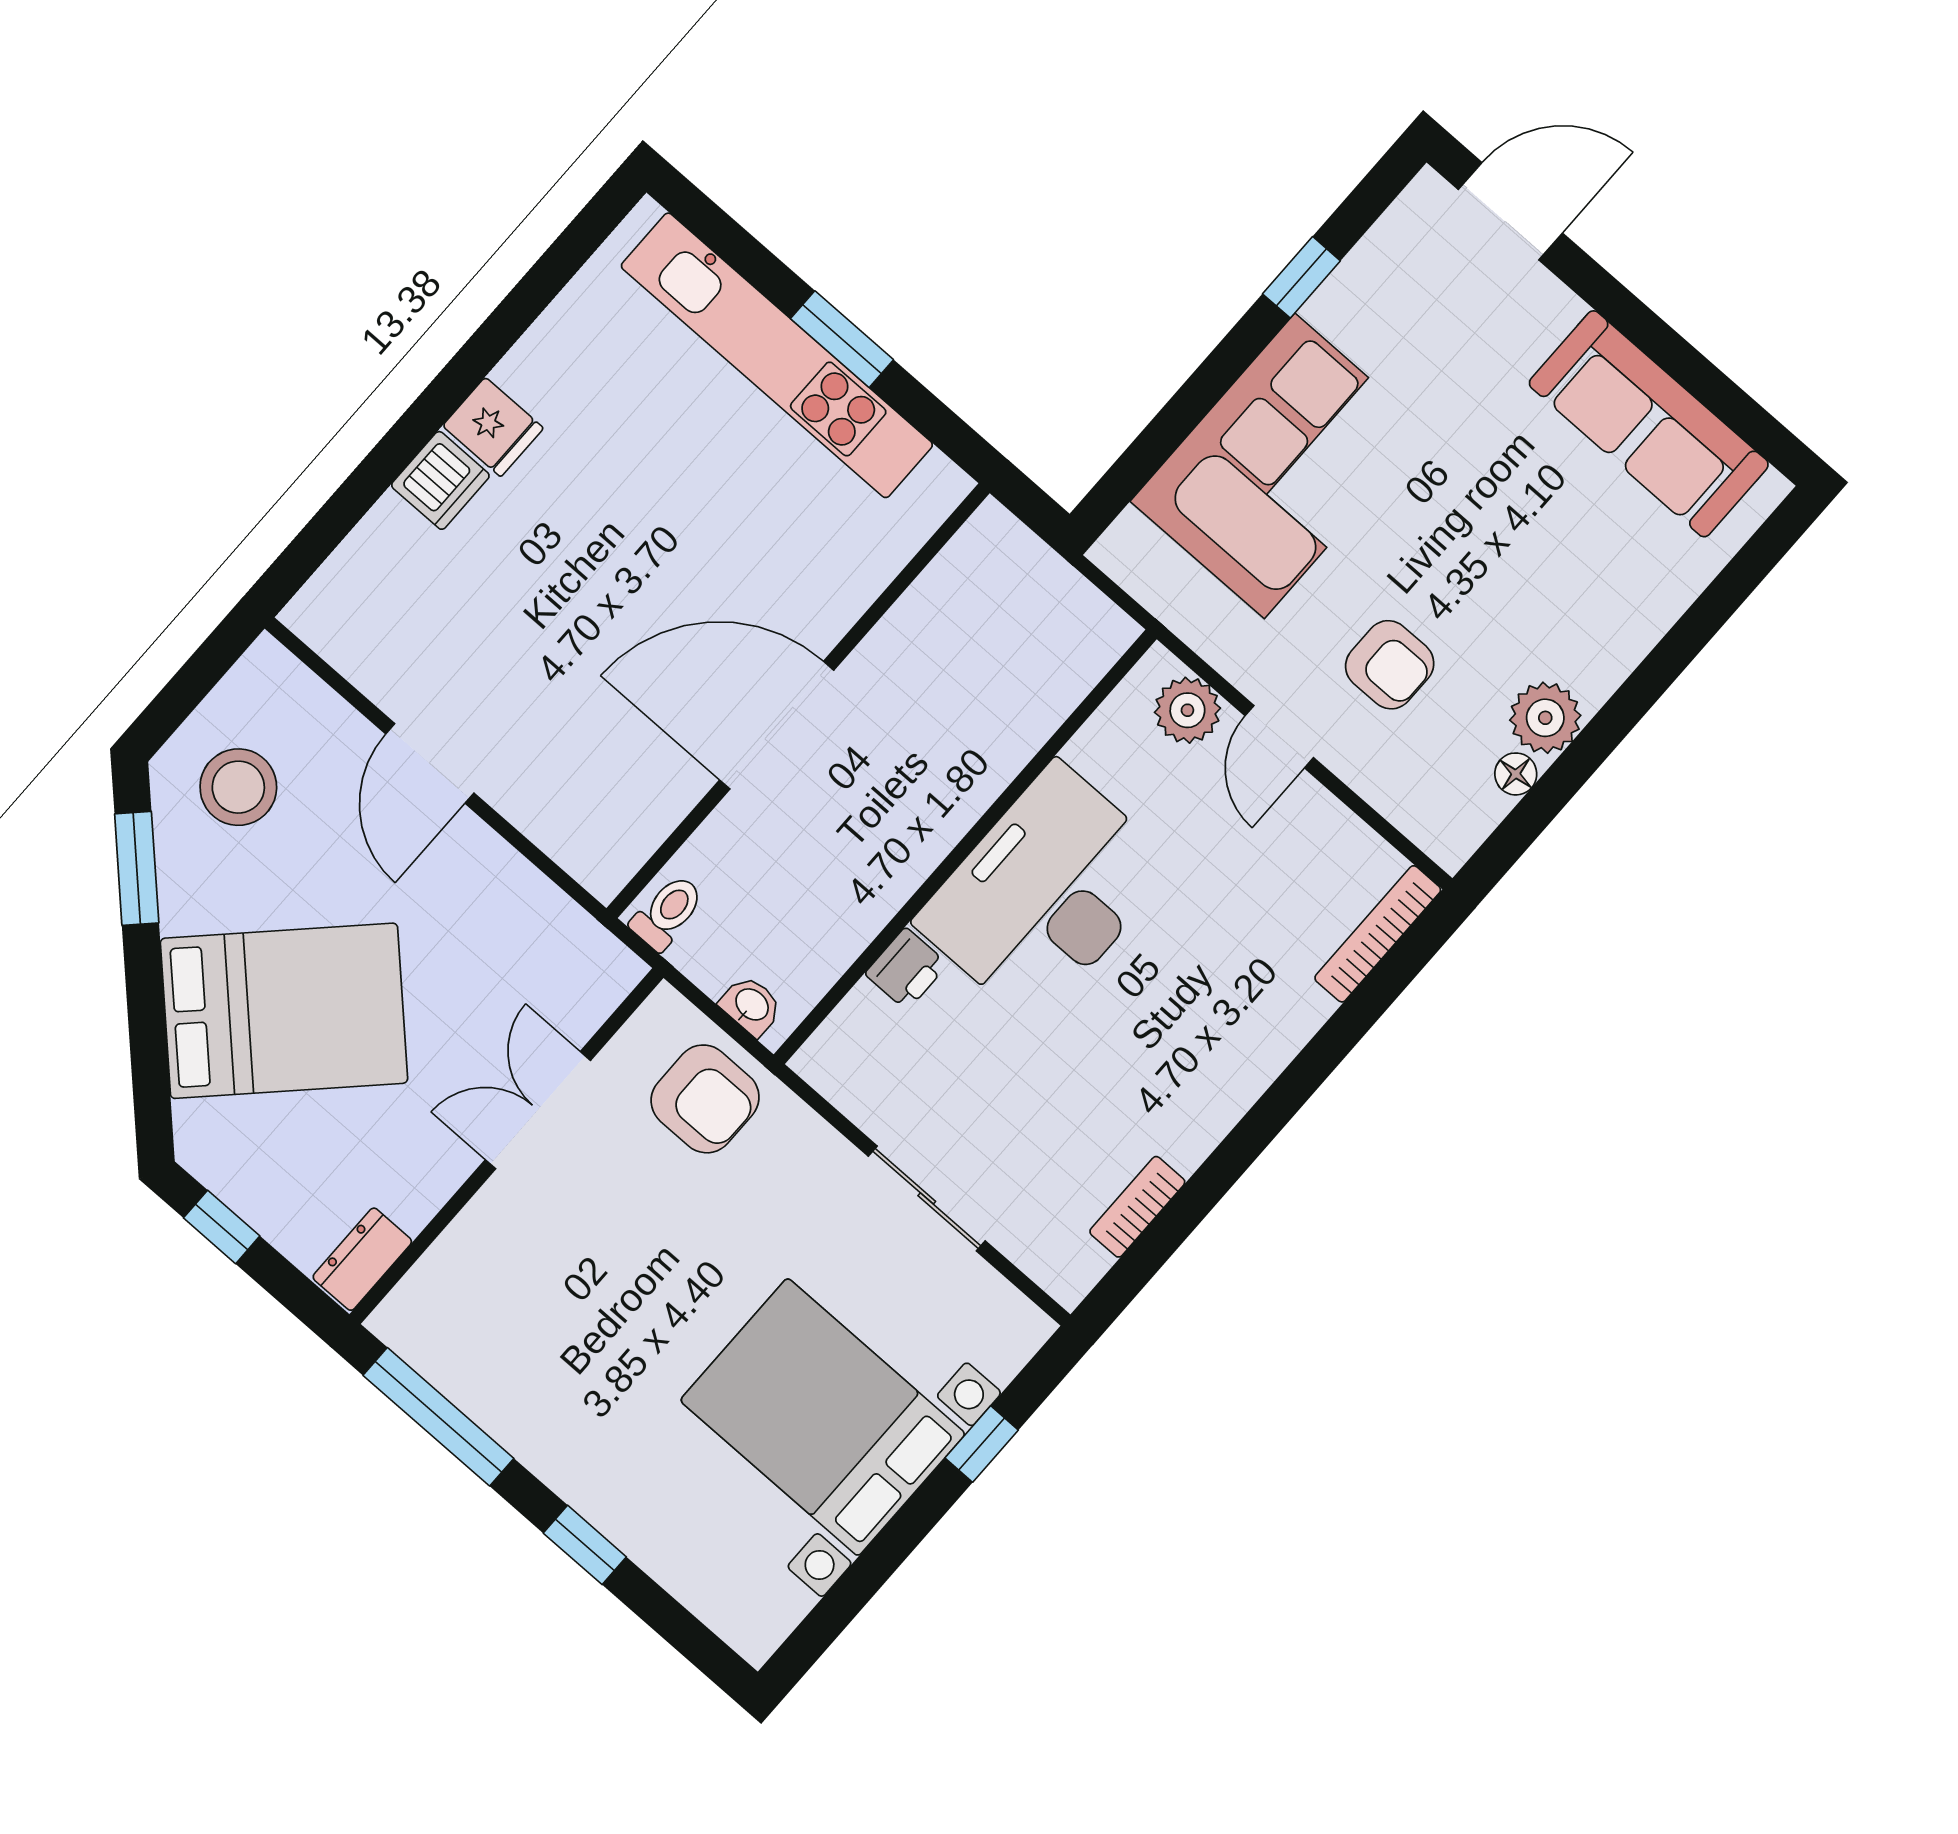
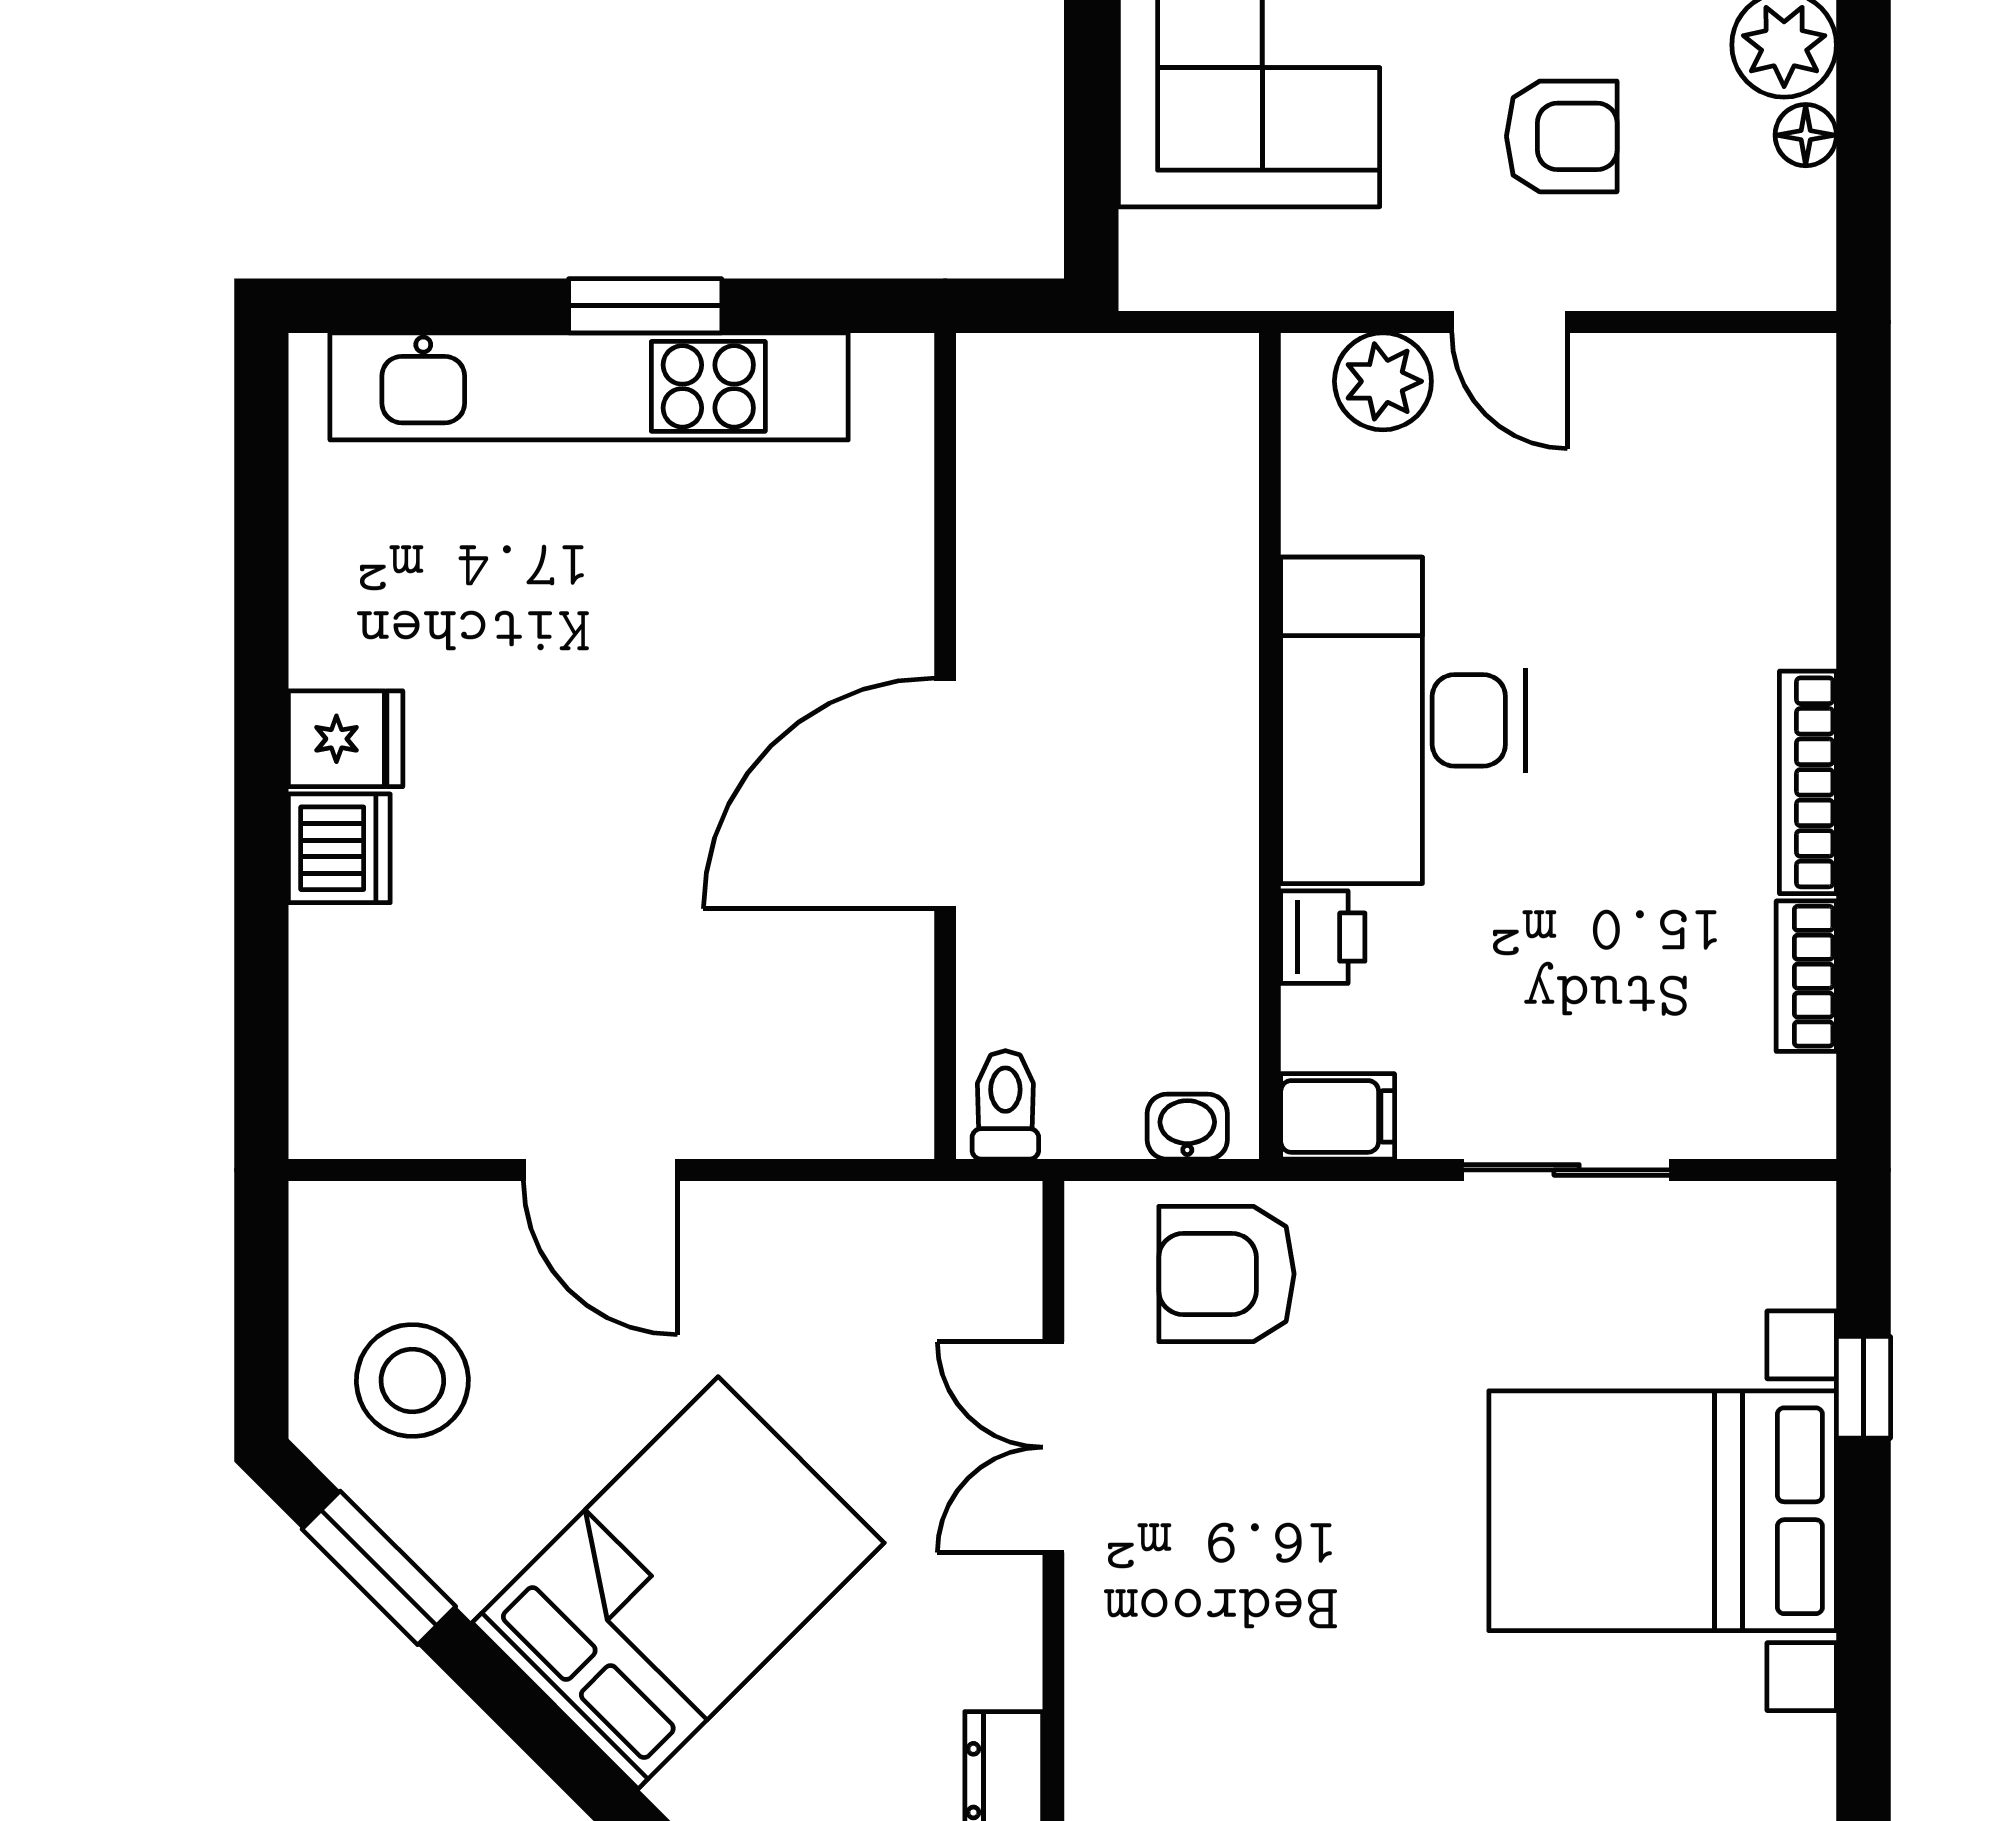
bookcase: (1378, 934) -> (1808, 782), moved
filing cabinet: (833, 1068) -> (1338, 1116), added
armchair: (705, 1099) -> (1227, 1274), turned 180

